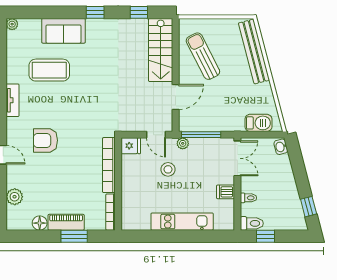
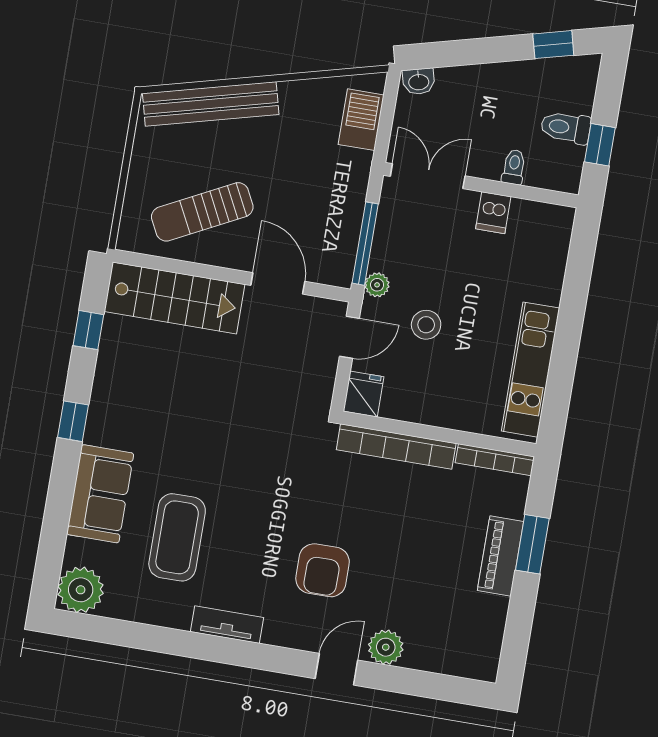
plant: (12, 24) -> (81, 590), width x1.88, depth x1.88
plant: (15, 197) -> (386, 647), moved
kitchen unit: (182, 222) -> (530, 370), moved
floor lamp: (40, 223) -> (493, 611), removed
toilet: (252, 223) -> (566, 127), moved, turned -90

